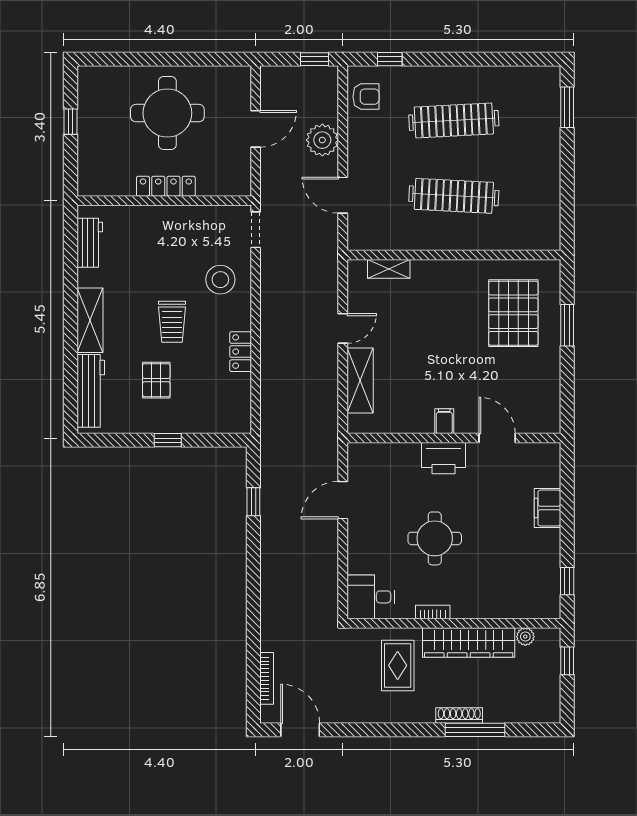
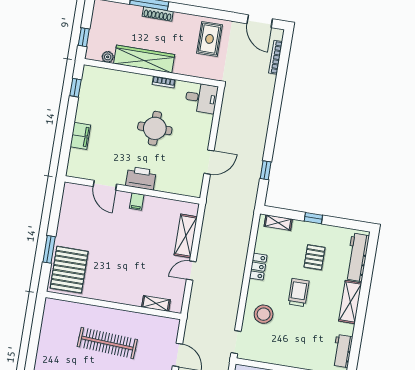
pallet: (513, 313) -> (69, 270), moved
shelving: (221, 424) -> (278, 223), added
rug: (398, 665) -> (209, 39), moved

